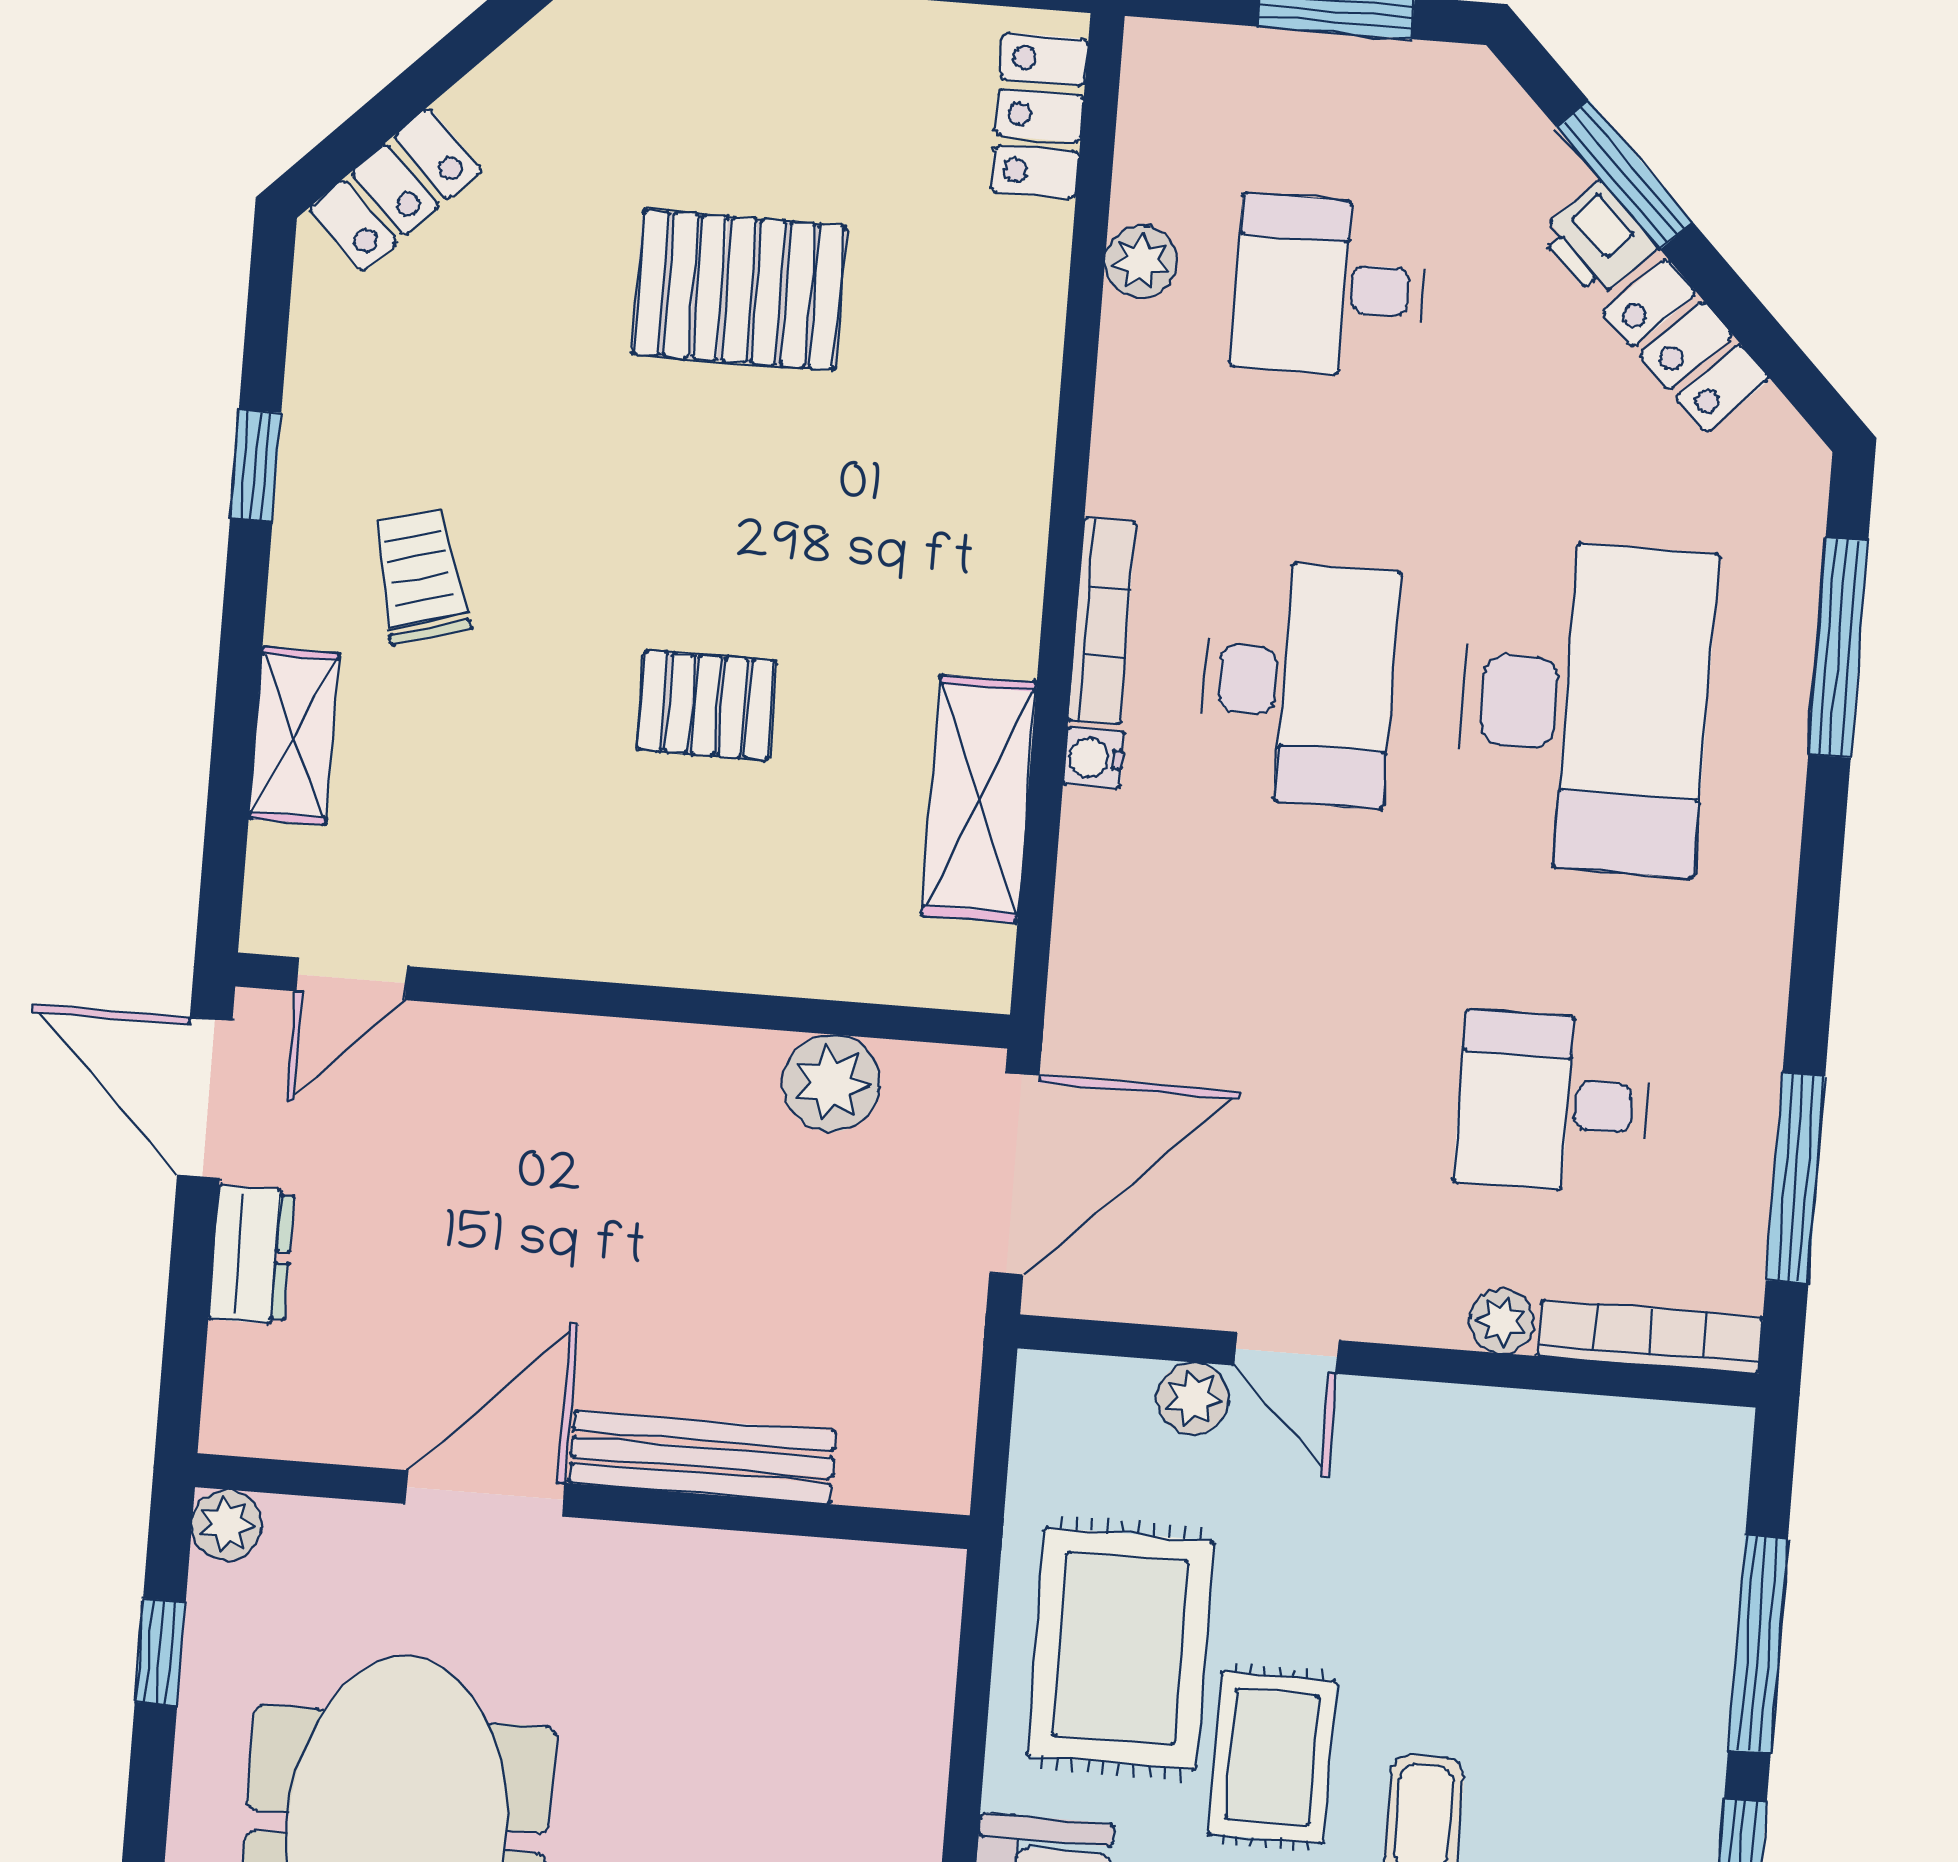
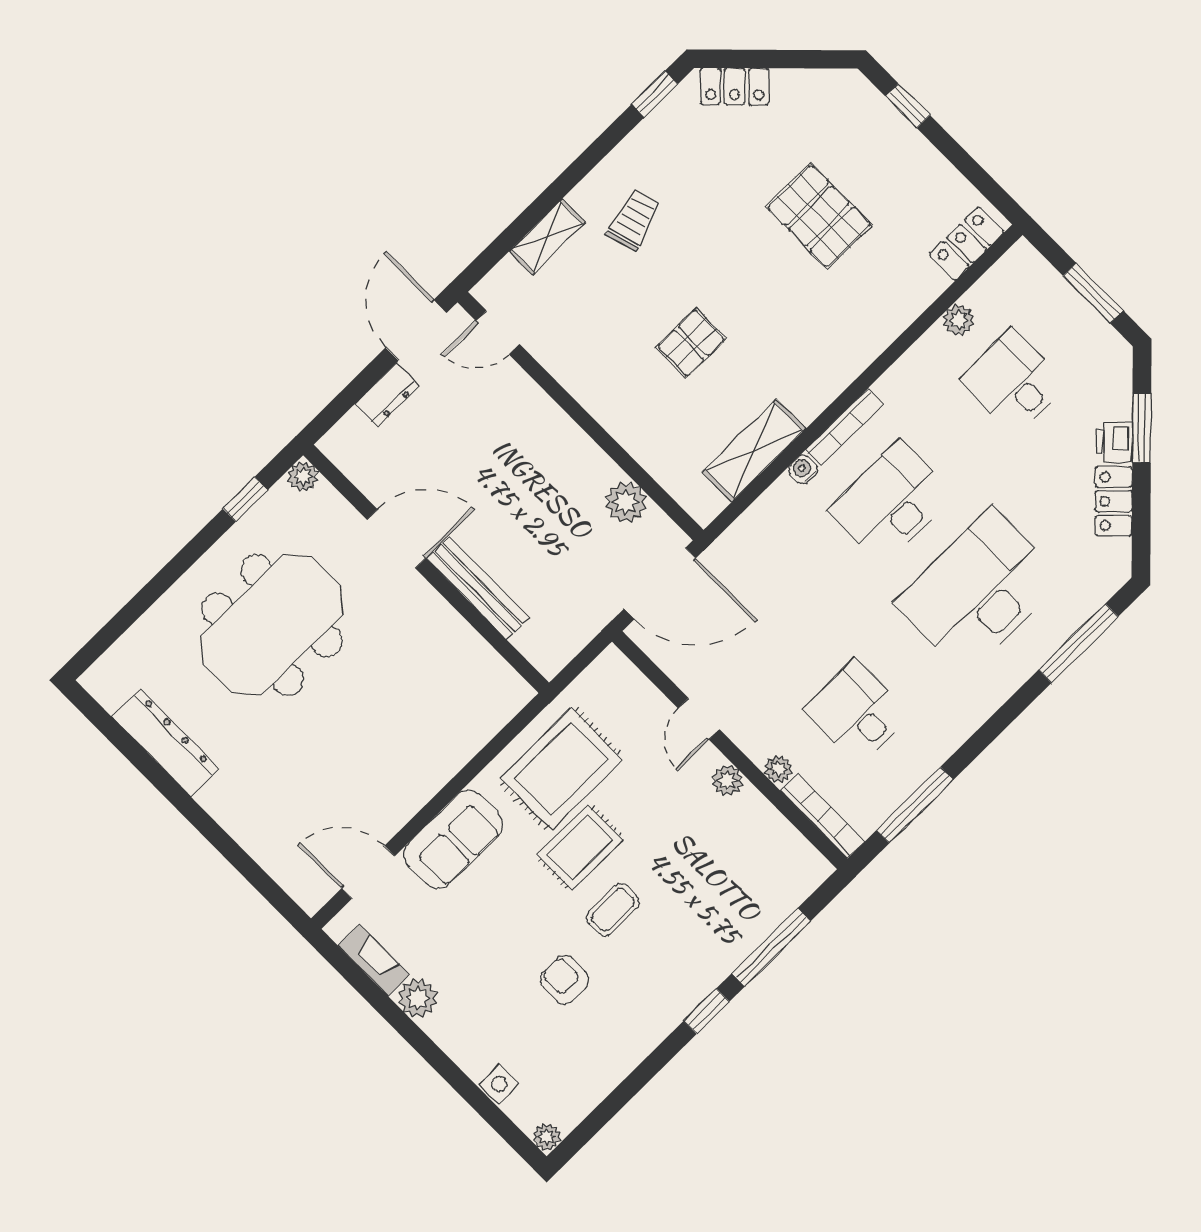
window: (256, 466) -> (655, 94), moved
desk: (1298, 683) -> (891, 503), turned 180
pallet: (706, 705) -> (691, 343), turned 90
desk: (1585, 706) -> (979, 591), turned 180
plant: (1193, 1399) -> (727, 780), moved

